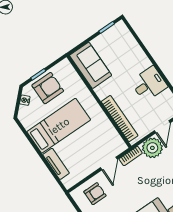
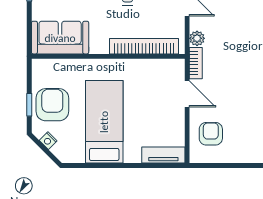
plant: (152, 148) -> (197, 38), width x0.53, depth x0.53
tv unit: (56, 164) -> (163, 155), moved

